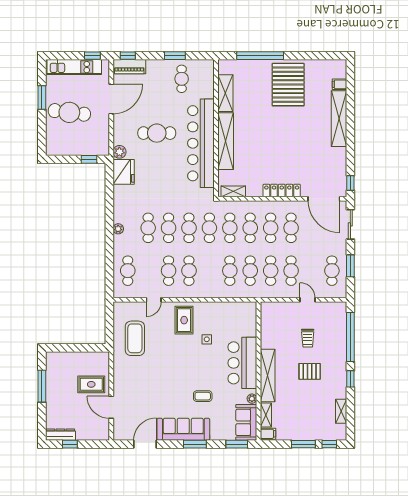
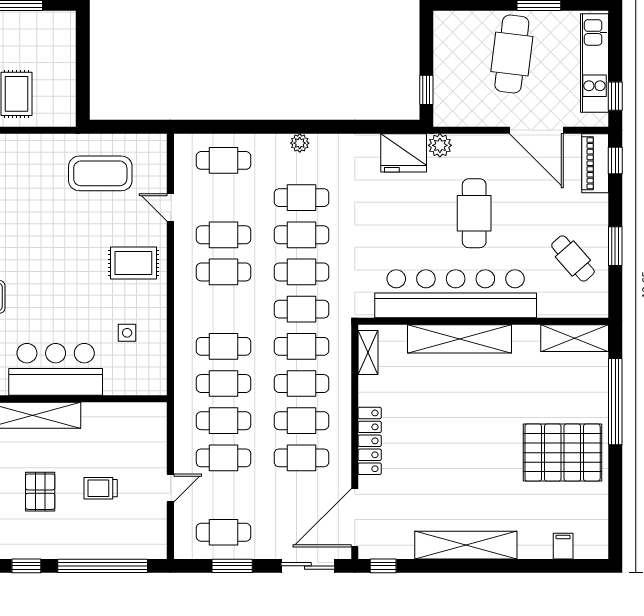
cafe table: (182, 79) -> (573, 259), turned 49
shelving: (225, 93) -> (575, 338), moved
shelving: (339, 119) -> (466, 545), moved
side table: (207, 339) -> (127, 333), moved

